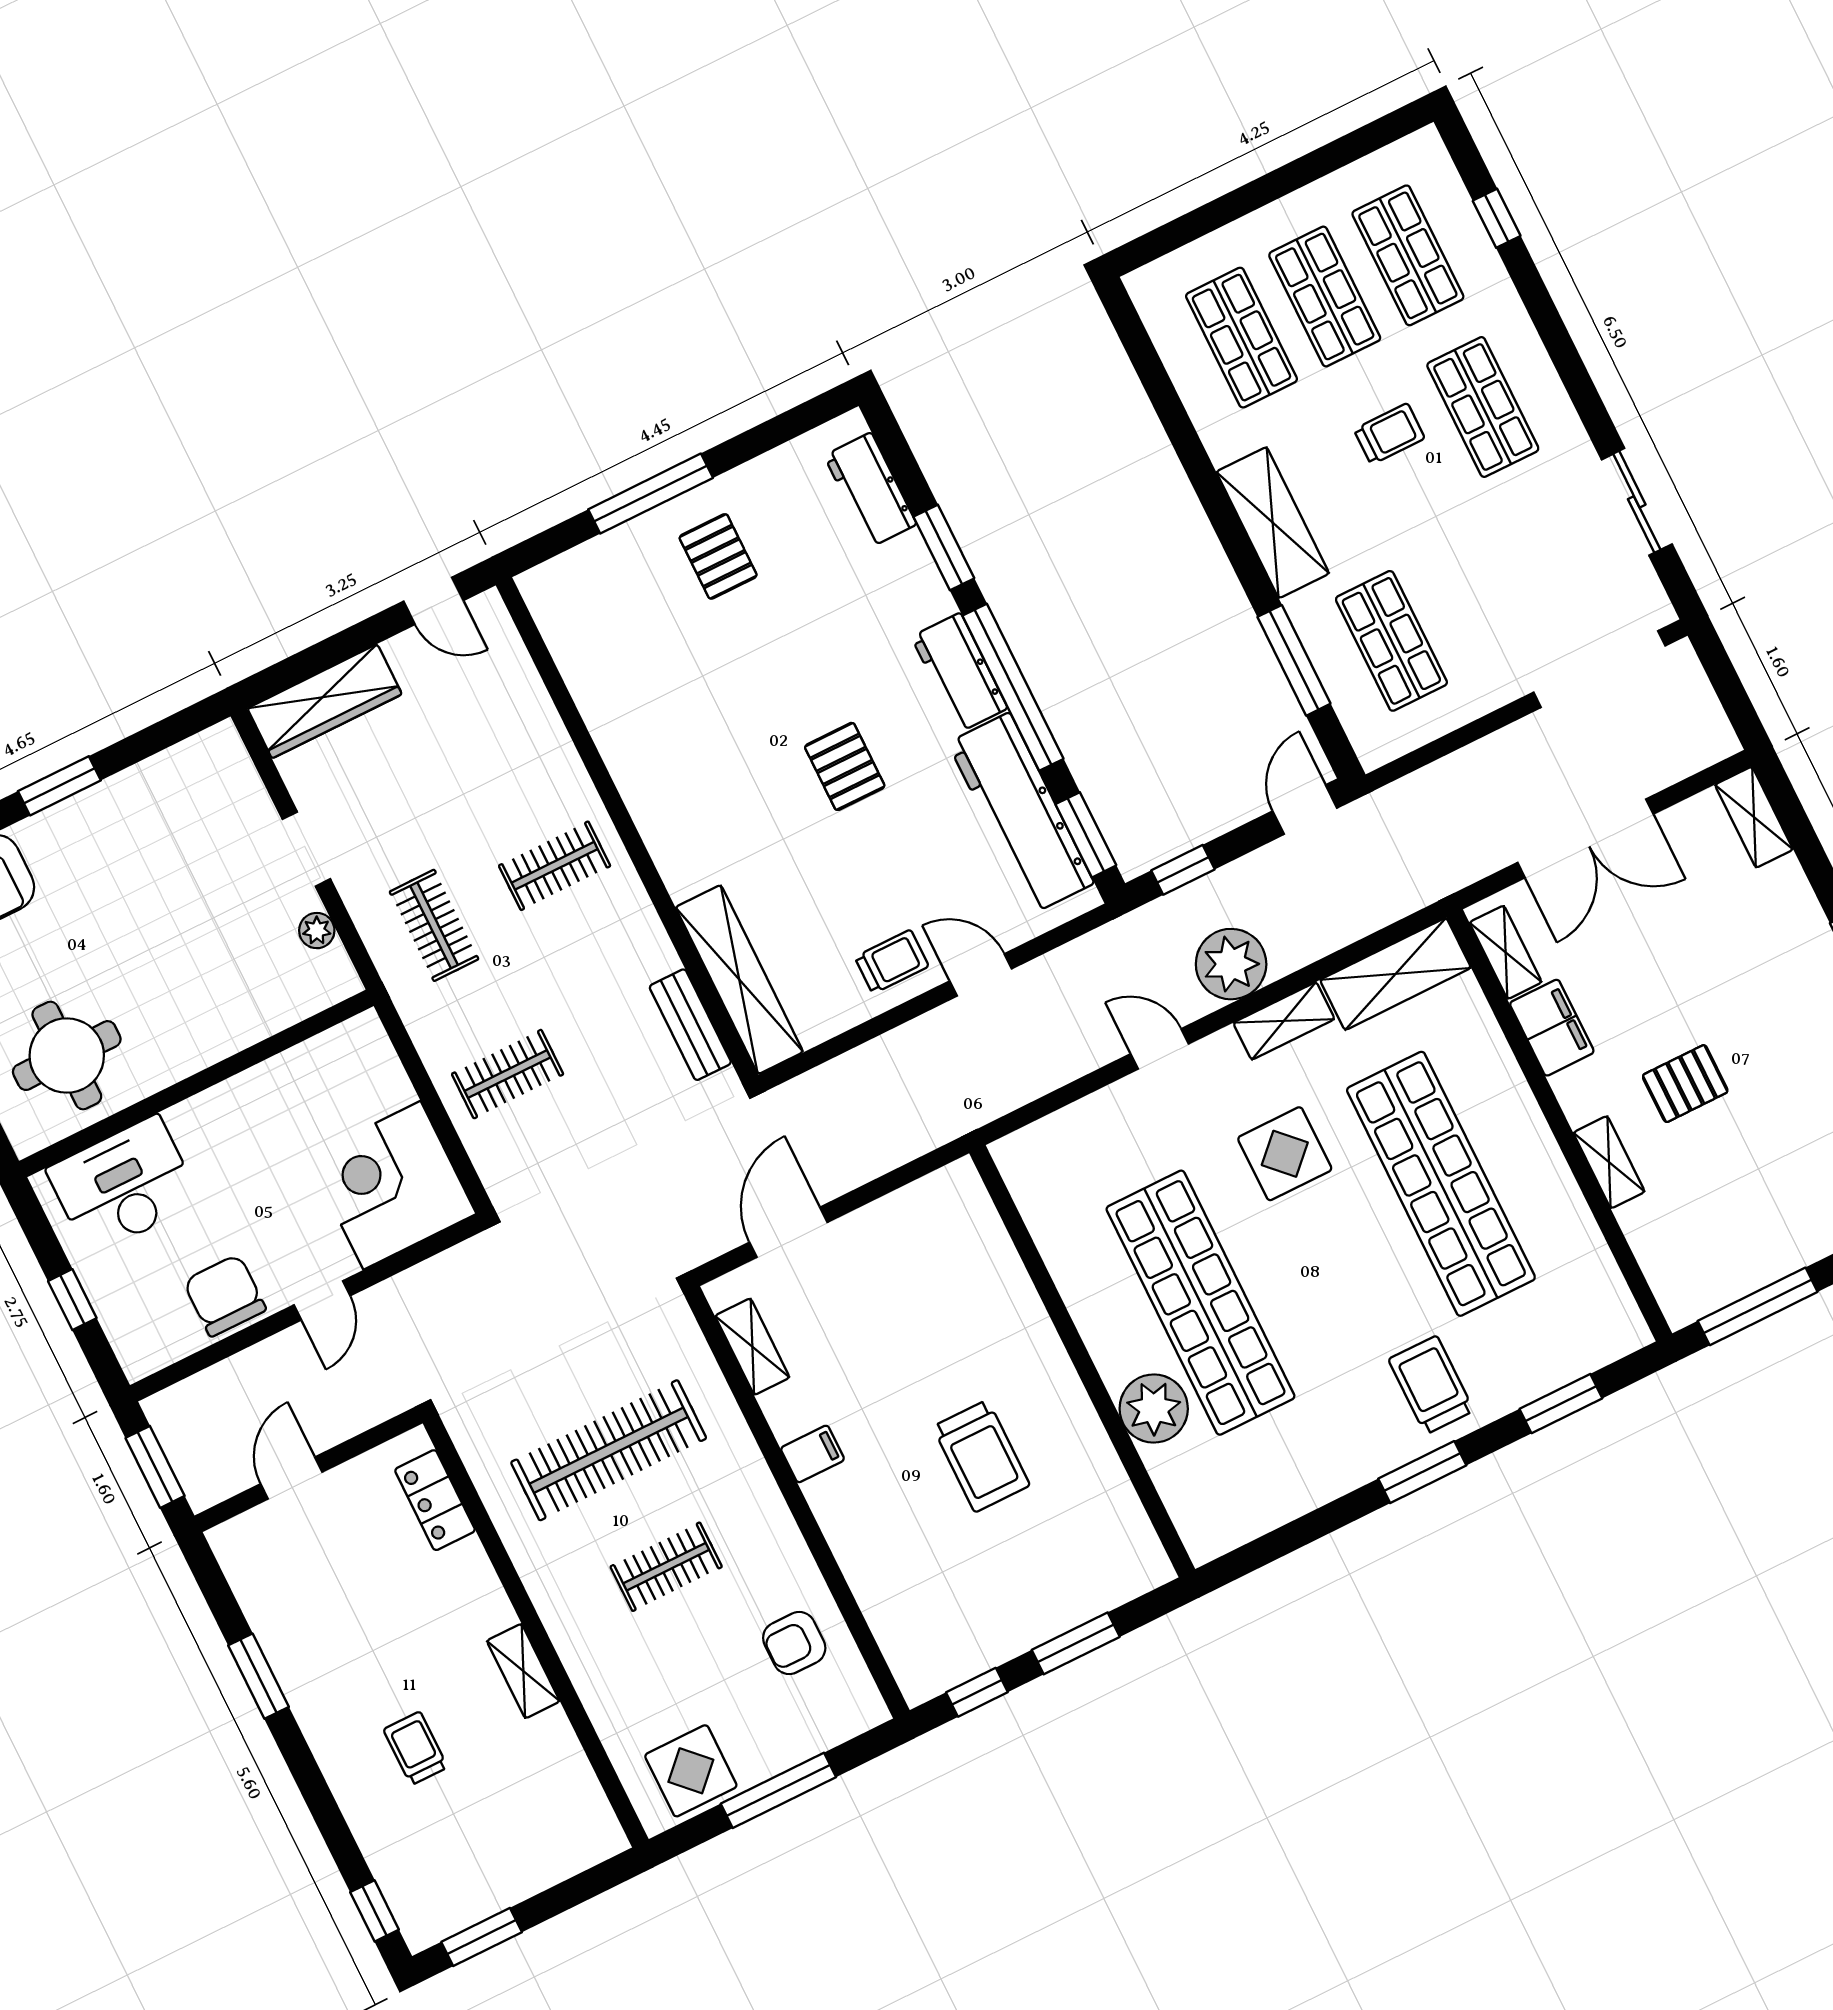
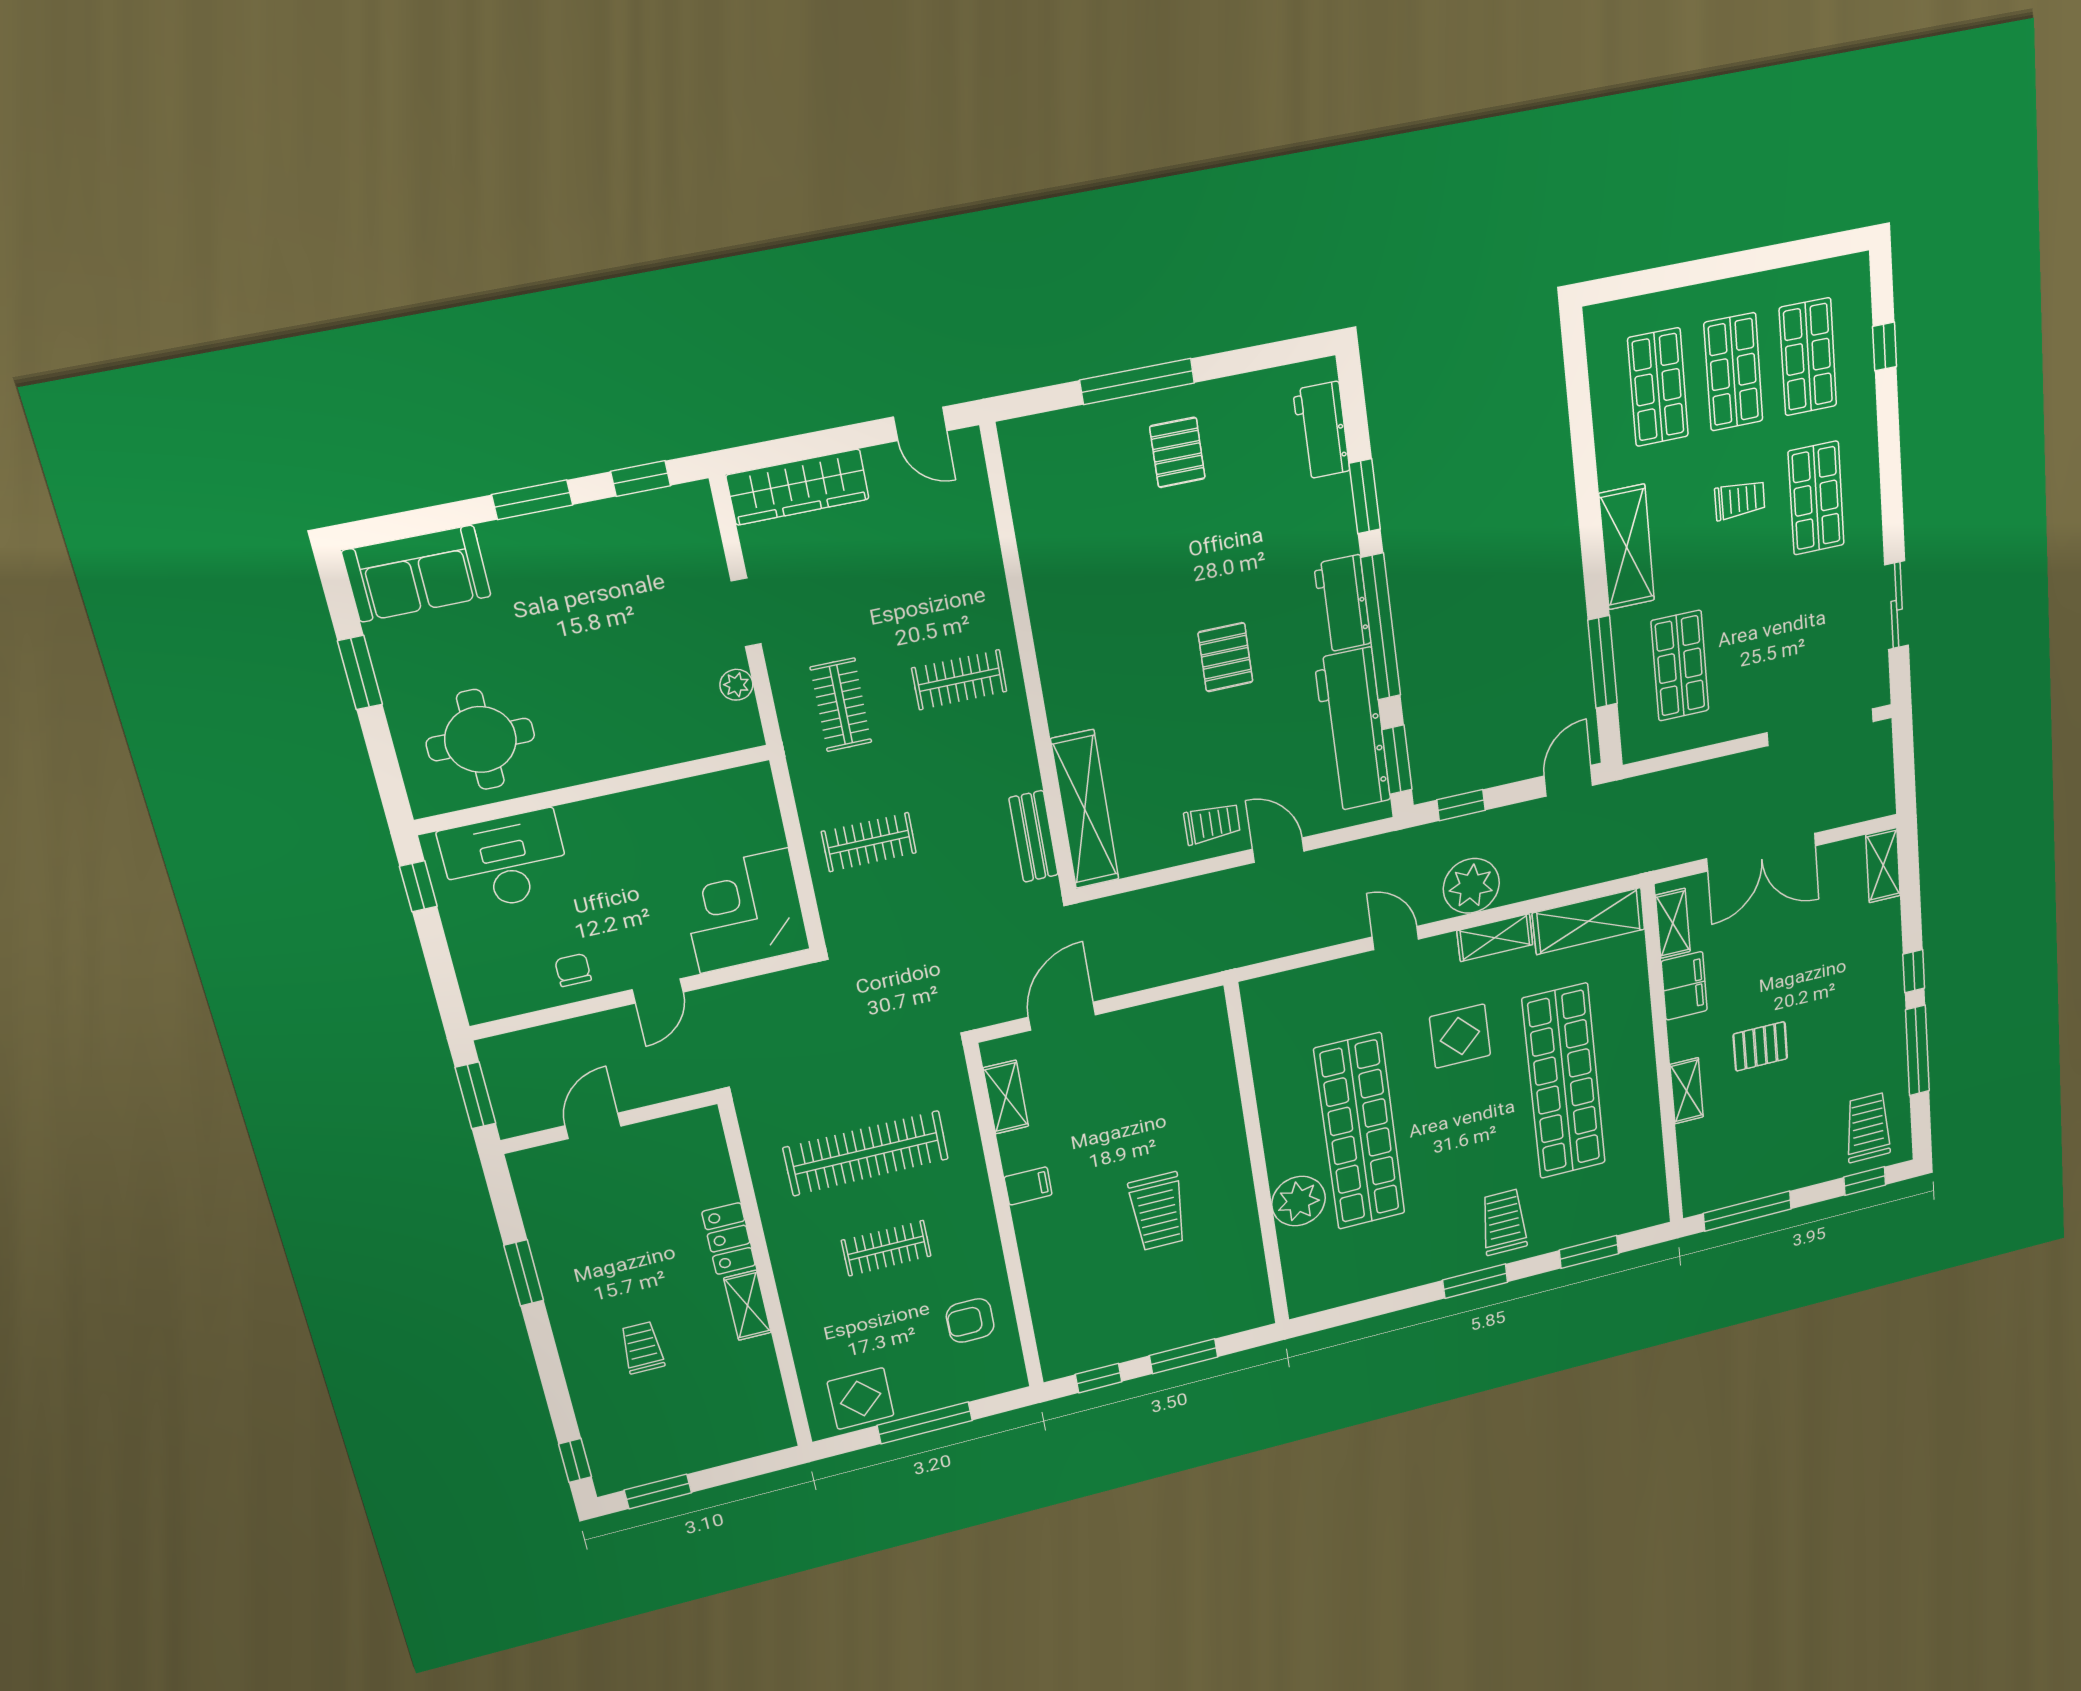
window: (162, 735) -> (641, 479), added
chair: (225, 1295) -> (573, 970), width x0.54, depth x0.54
window: (72, 1300) -> (418, 886), moved
locker: (435, 1500) -> (729, 1239), moved

